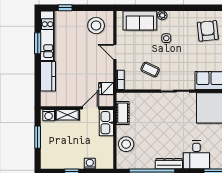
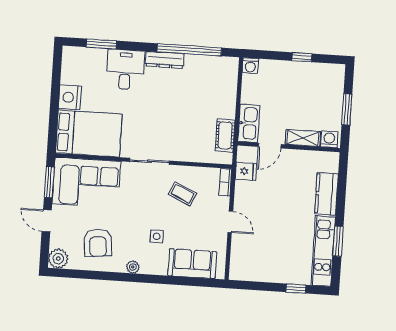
plant: (162, 15) -> (133, 267), moved
stool: (96, 25) -> (254, 261), removed
stool: (126, 144) -> (223, 91), removed
washing machine: (90, 164) -> (250, 66), moved

